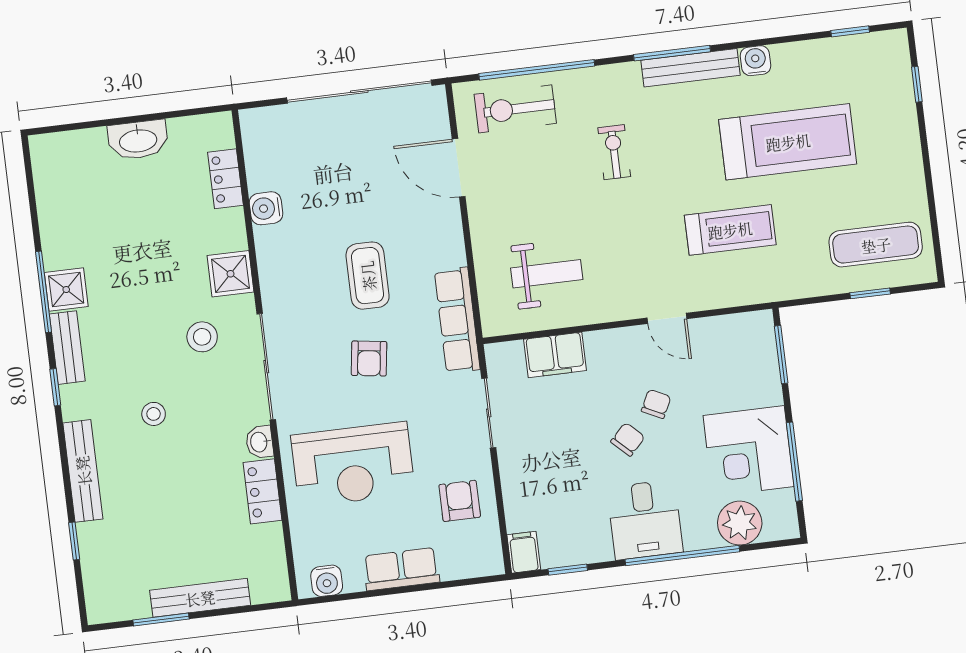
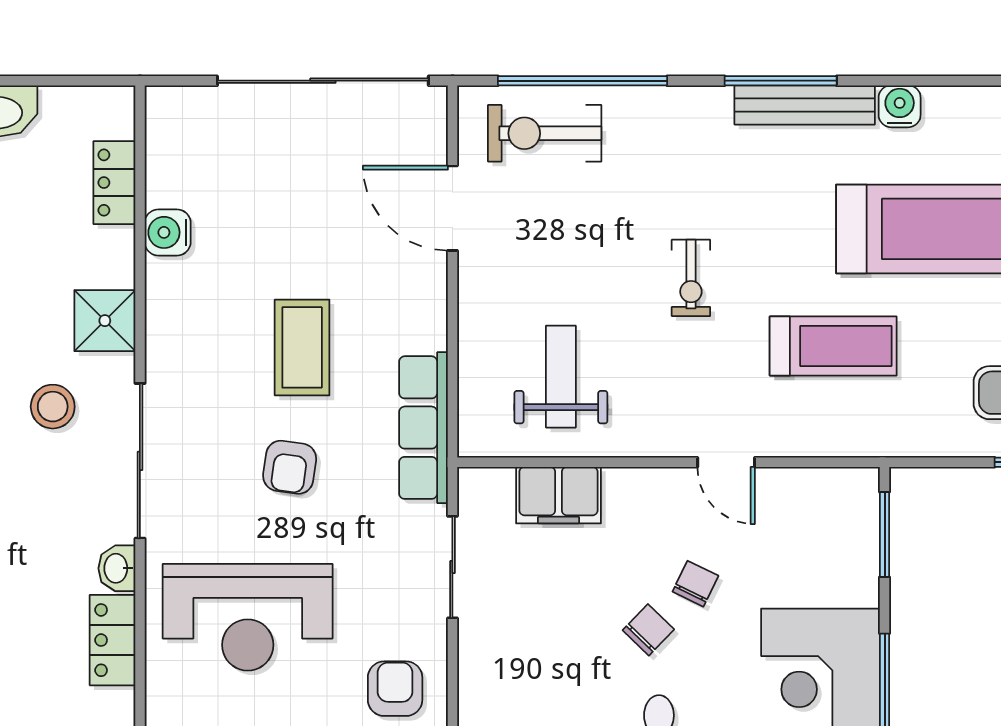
exercise bike: (614, 152) -> (691, 278), moved, turned 180
weight bench: (547, 274) -> (561, 377), turned -90

